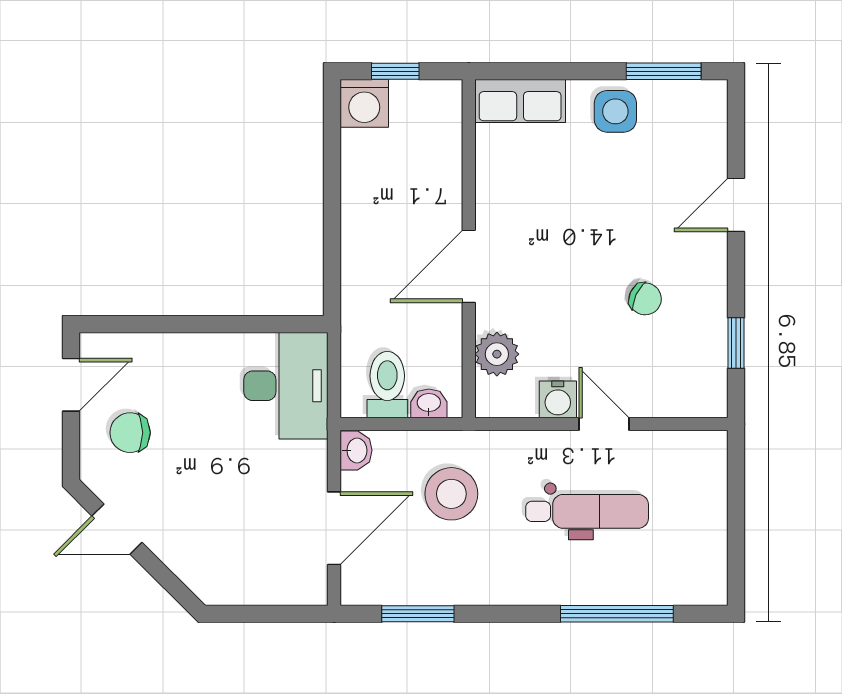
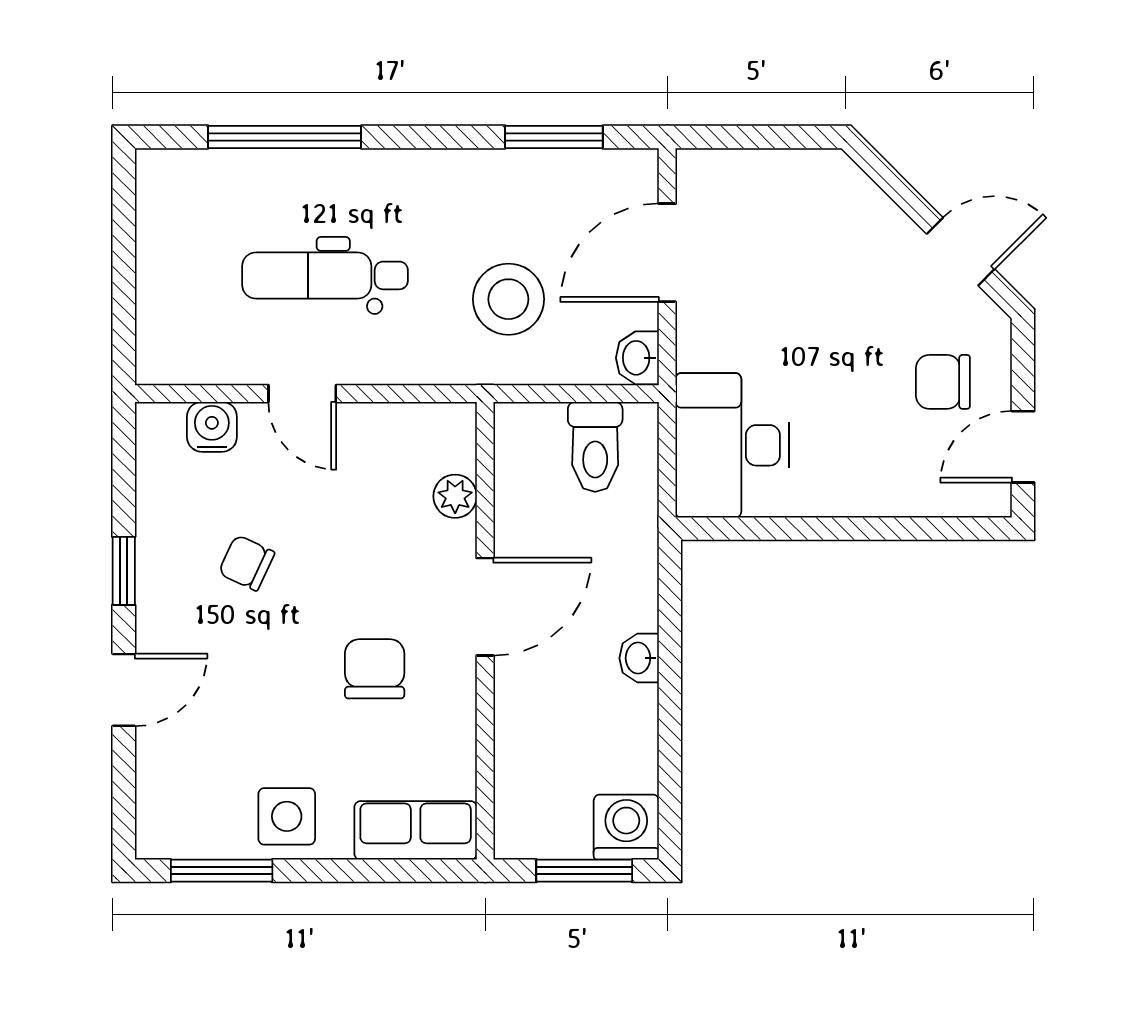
window: (395, 71) -> (584, 871), width x1.50
chair: (550, 220) -> (375, 669), added
window: (736, 343) -> (124, 571), moved
plant: (497, 354) -> (455, 496), width x0.73, depth x0.73
water cooler: (558, 399) -> (212, 427), moved
washbasin: (429, 403) -> (639, 658), moved, turned 90
chair: (130, 433) -> (943, 382), turned 180

